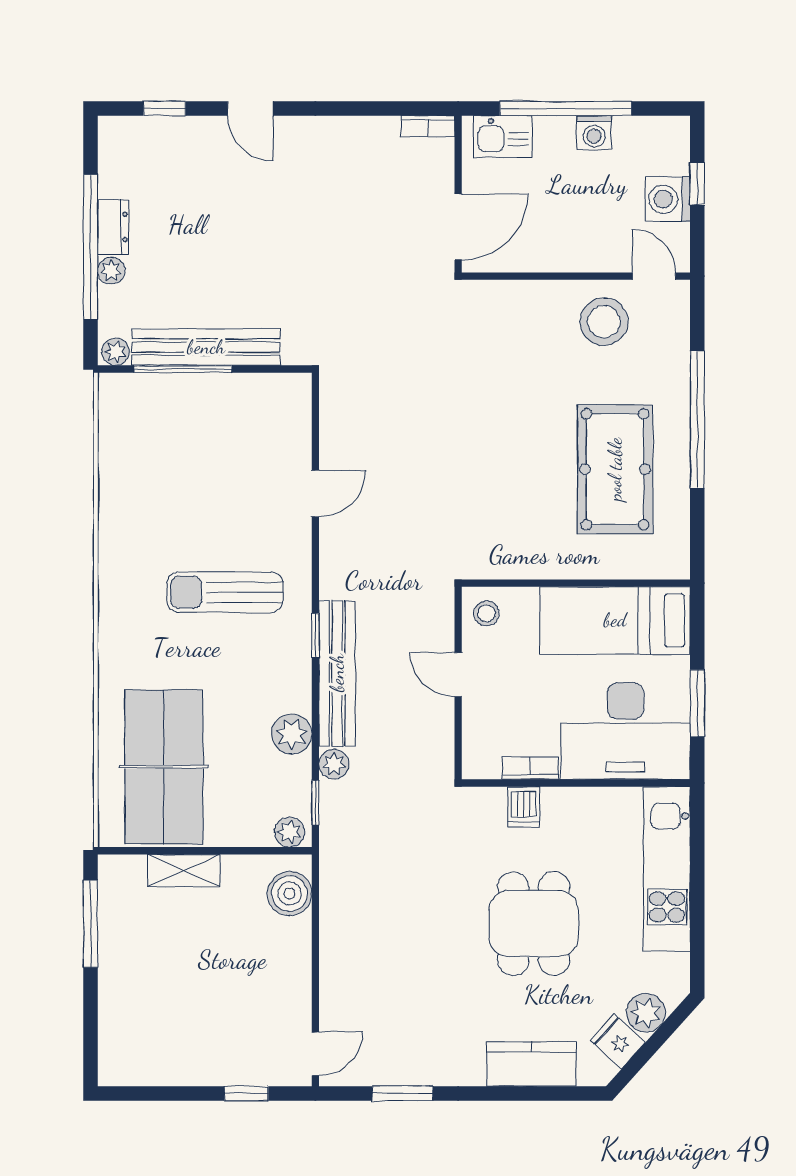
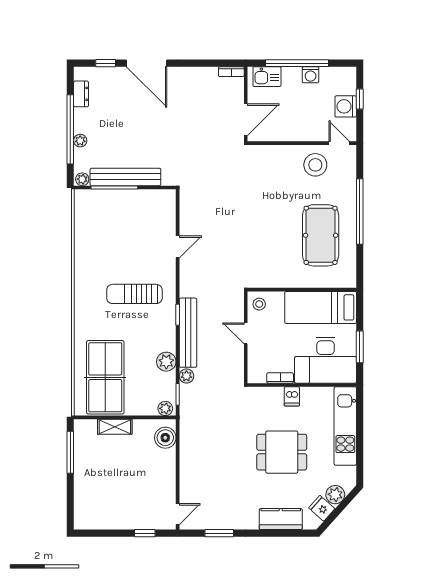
door: (250, 108) -> (147, 63), width x1.88
dresser: (113, 227) -> (81, 94), moved
dishwasher: (524, 807) -> (292, 396), moved
dining table: (534, 924) -> (282, 452), turned 90

